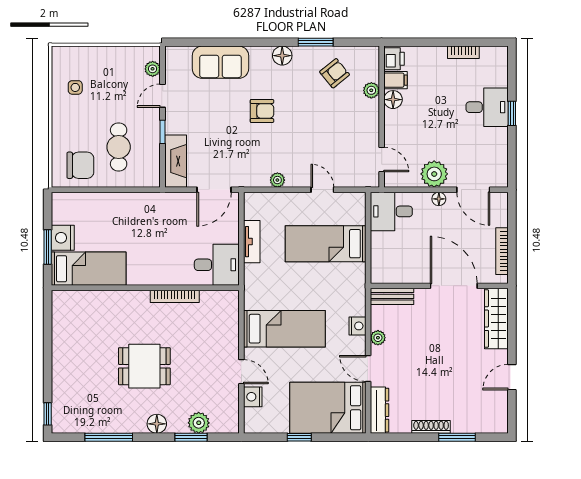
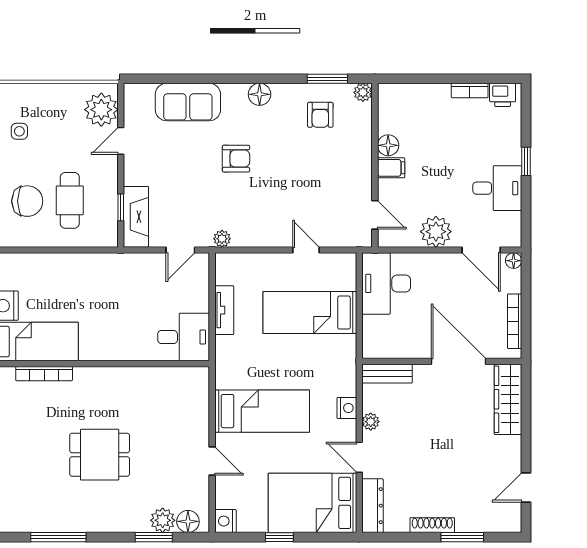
window: (316, 42) -> (327, 79), moved
printer: (394, 59) -> (503, 95), moved, turned 90
plant: (153, 69) -> (101, 110), width x1.88, depth x1.88
armchair: (335, 73) -> (320, 115), turned 129
filing cabinet: (396, 80) -> (391, 168), moved
plant: (371, 90) -> (363, 92), moved
desk: (487, 107) -> (497, 188), moved
window: (163, 132) -> (121, 207), moved
chair: (80, 165) -> (27, 201), moved
plant: (277, 180) -> (222, 239), moved
door: (214, 190) -> (180, 250), width x0.73
floor lamp: (439, 199) -> (514, 261), moved
desk: (391, 211) -> (386, 283), width x1.37
bookcase: (175, 296) -> (44, 374), moved
door: (512, 377) -> (526, 488), moved
nightstand: (253, 397) -> (225, 521), moved
floor lamp: (157, 424) -> (188, 521), moved

